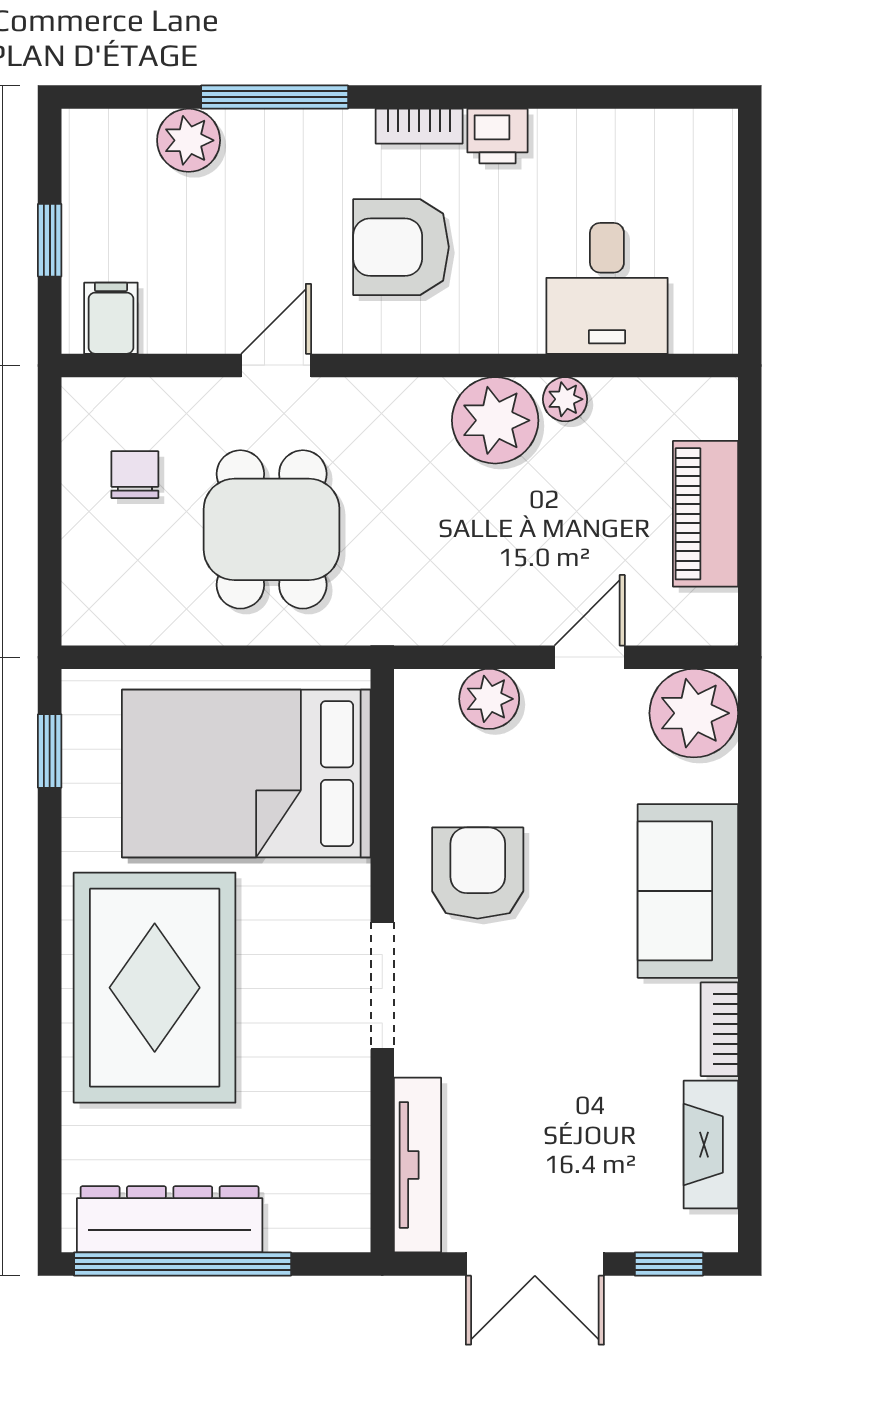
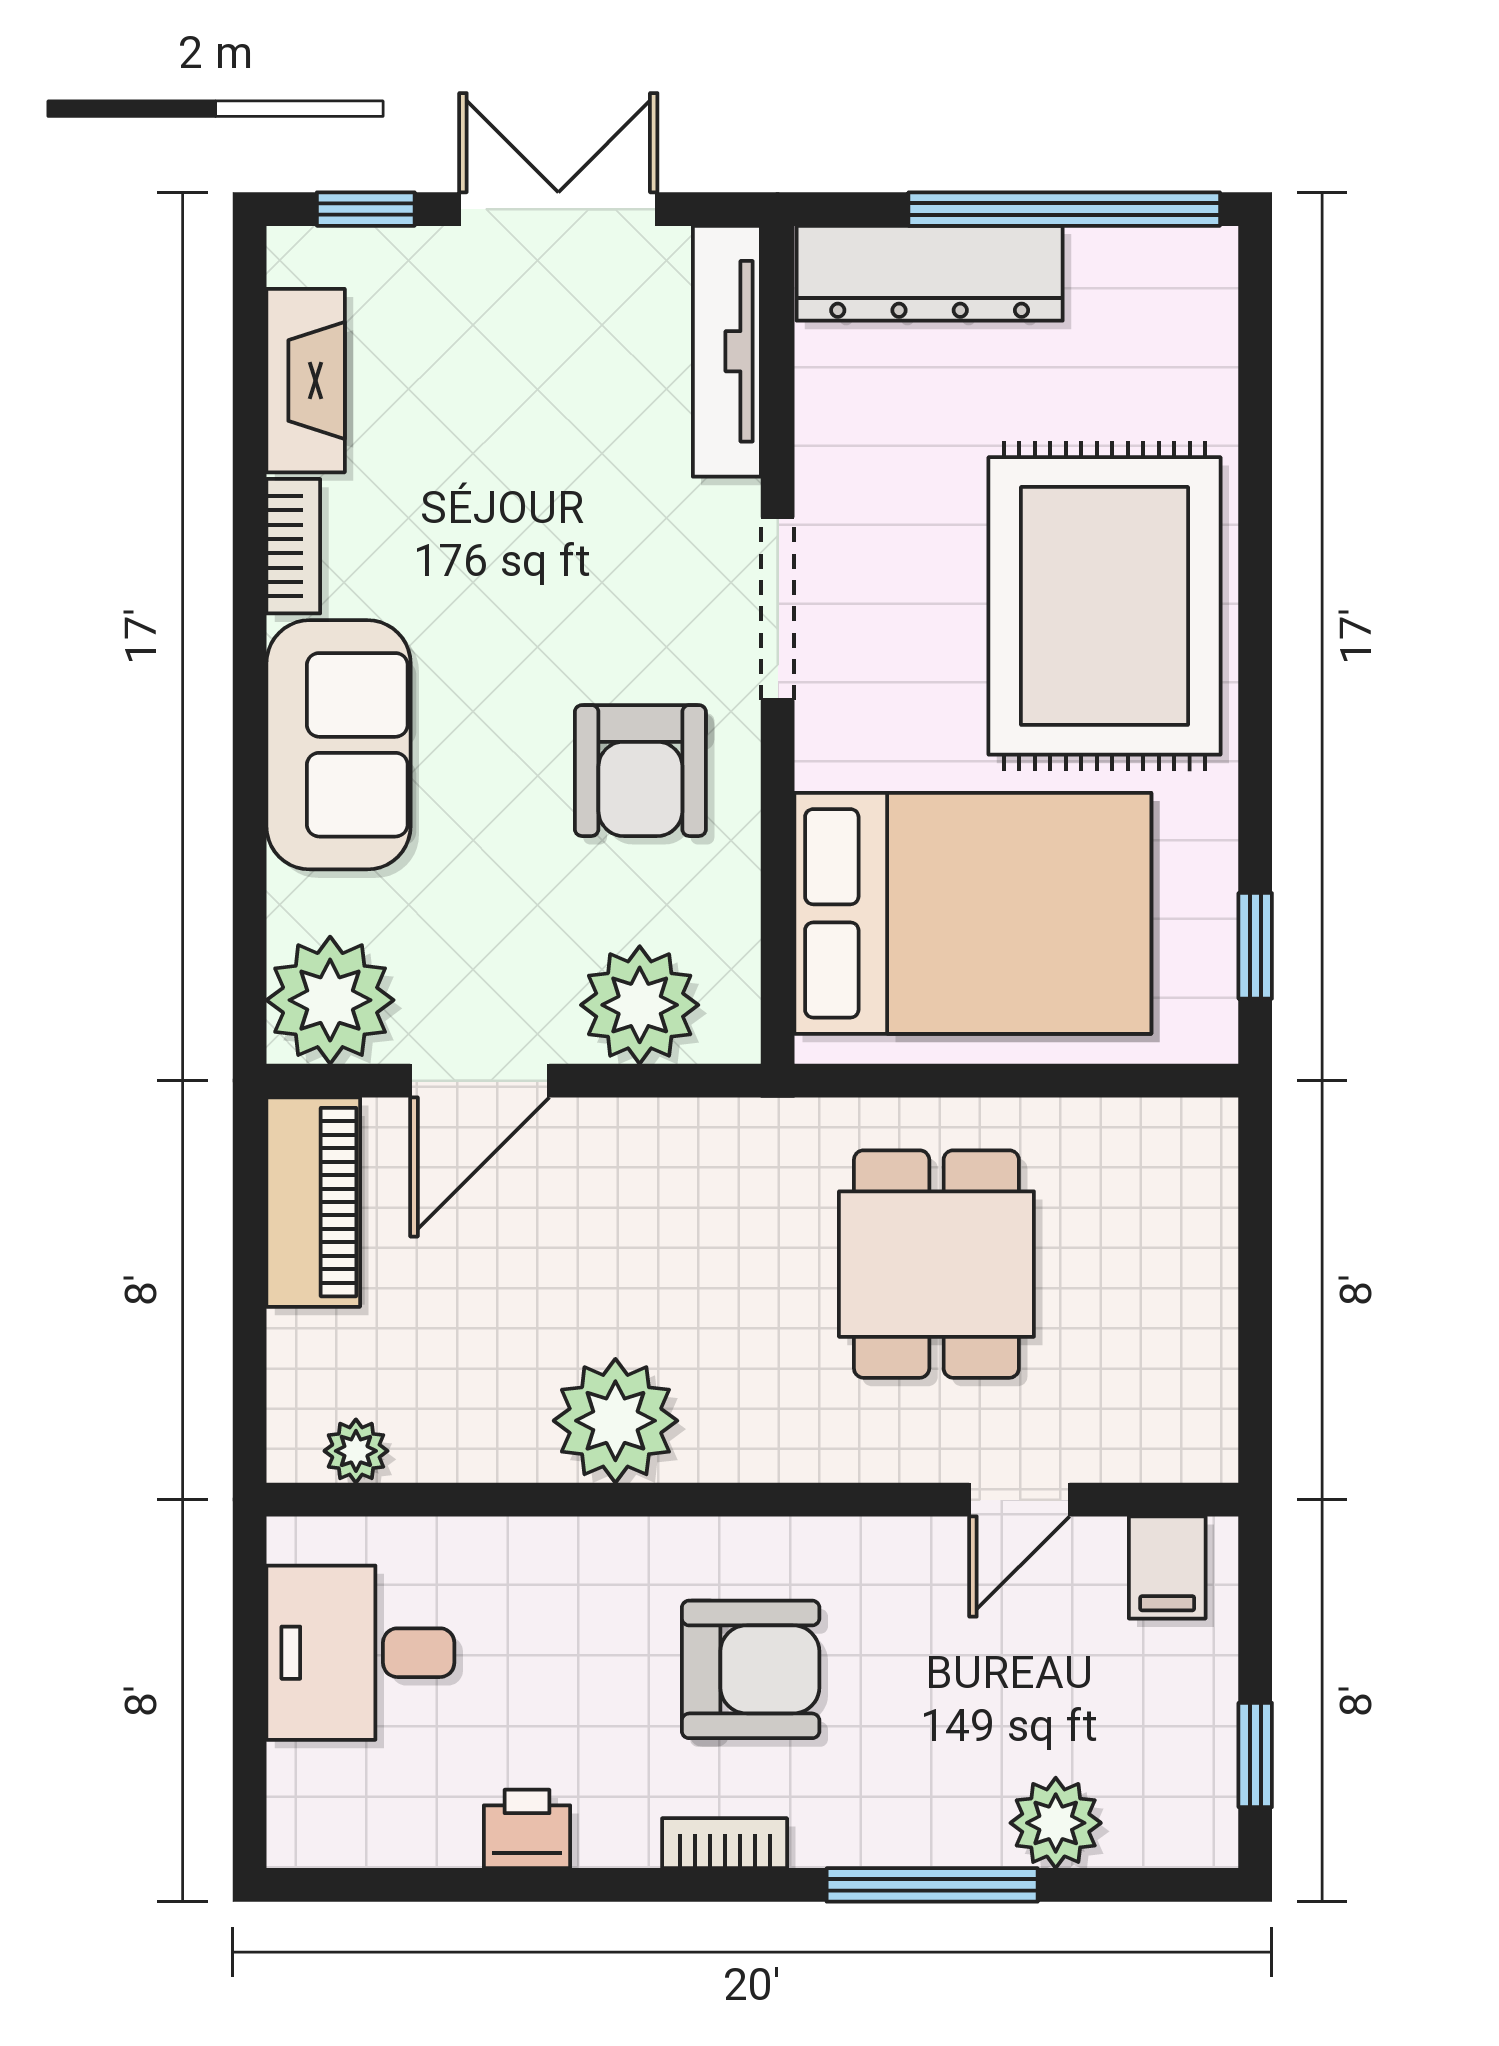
printer: (497, 136) -> (527, 1829), moved
window: (50, 240) -> (1255, 1755), moved
desk: (607, 288) -> (360, 1653), moved, turned -90
door: (276, 365) -> (1019, 1500), moved
plant: (565, 399) -> (356, 1451), moved
chair: (135, 475) -> (1133, 1343), removed
piano: (706, 514) -> (313, 1202), moved
door: (590, 657) -> (480, 1081), width x1.37
plant: (489, 699) -> (640, 1005), width x1.36, depth x1.36
dresser: (170, 1219) -> (930, 273), moved

